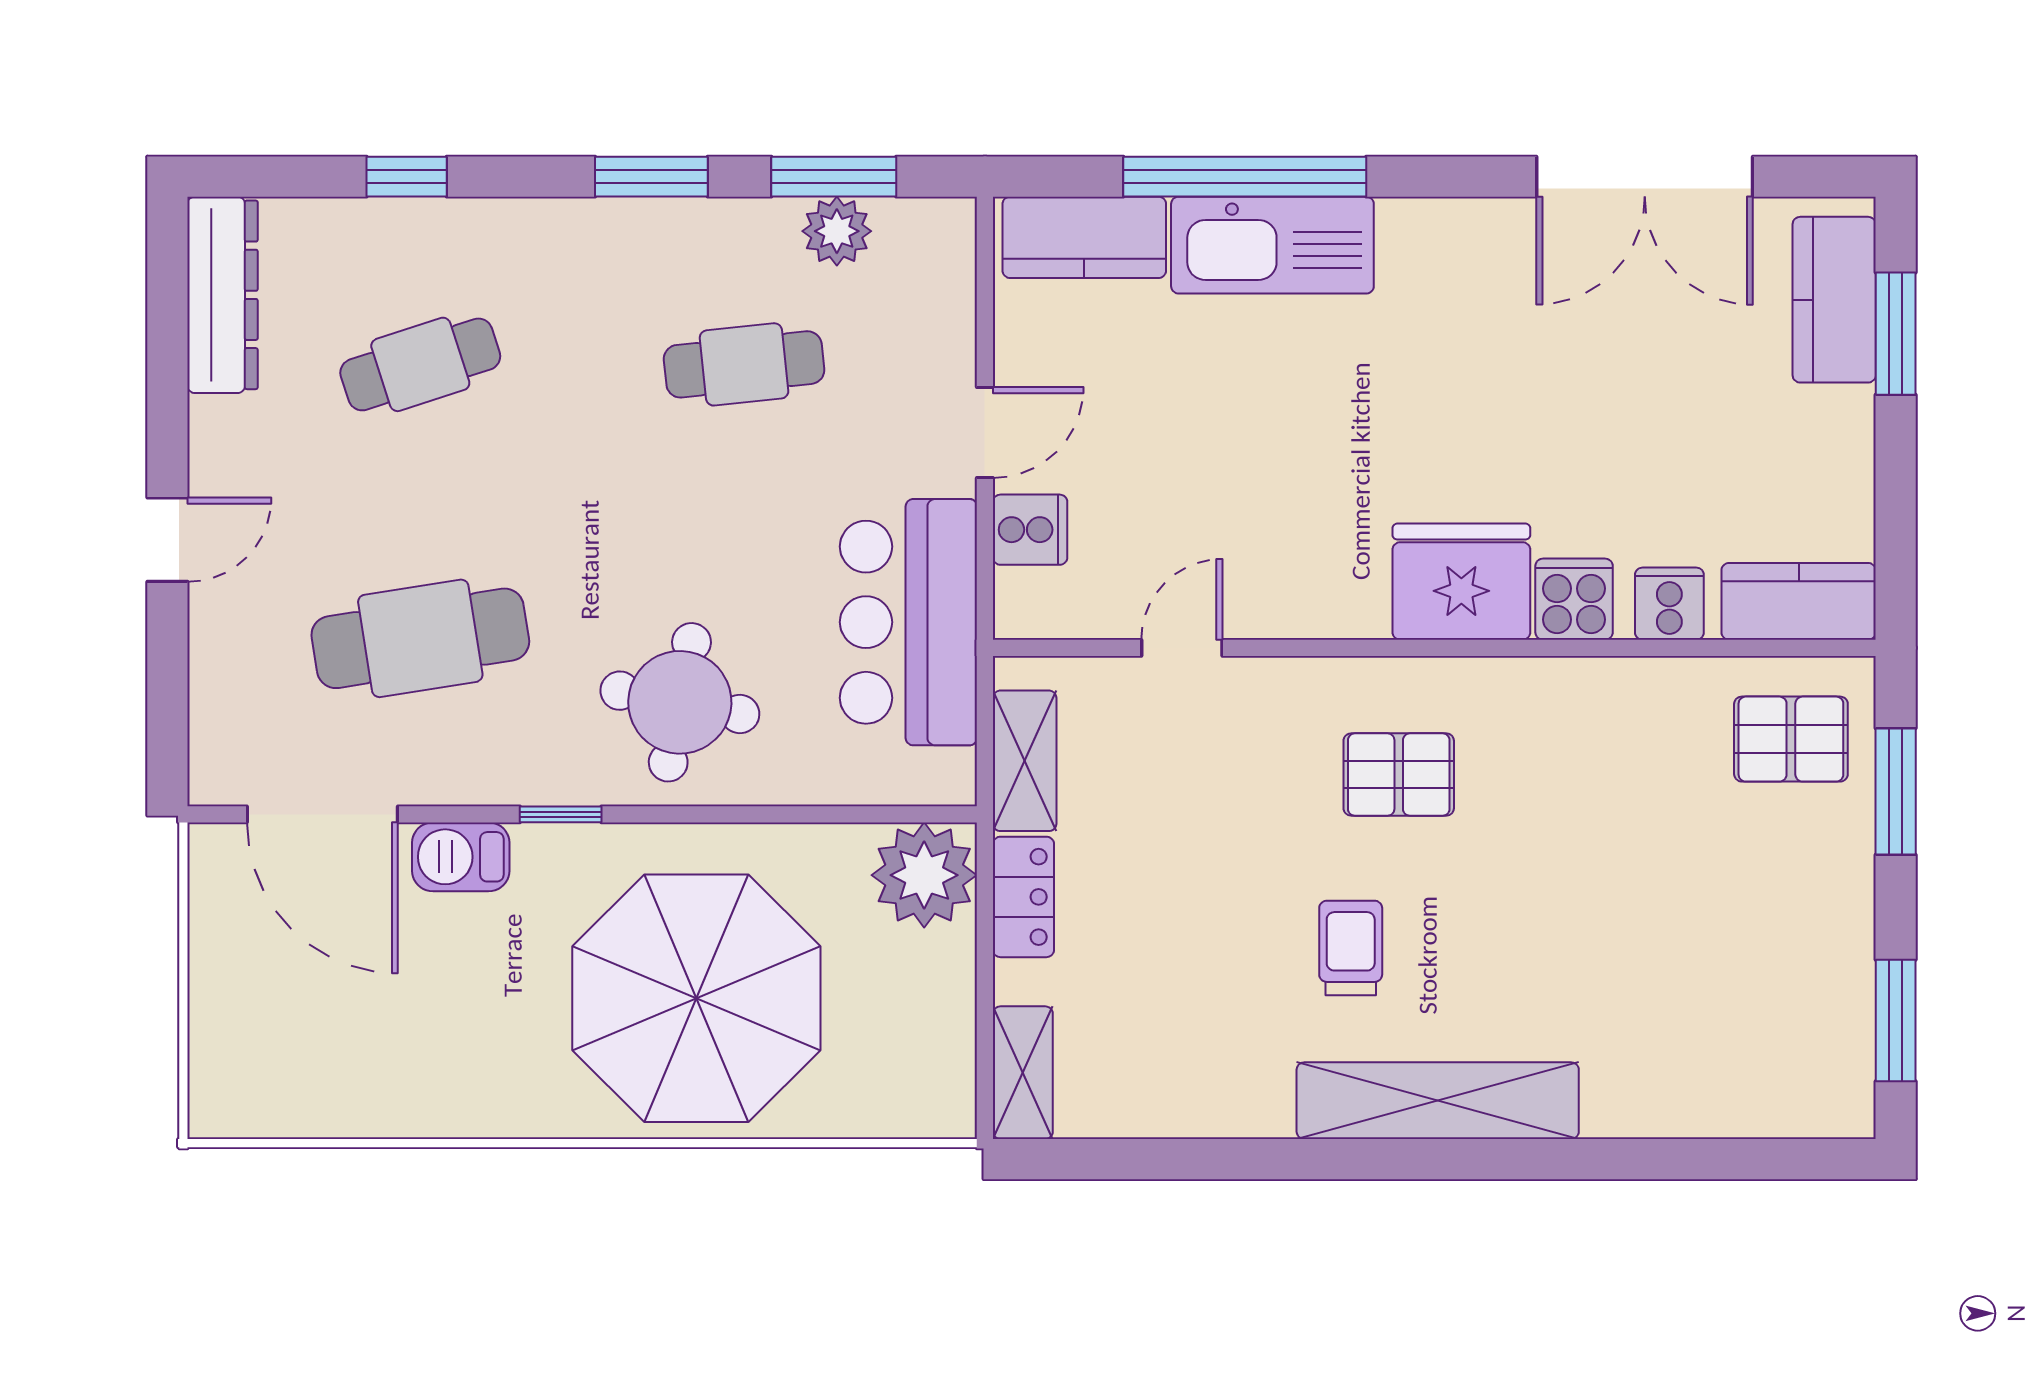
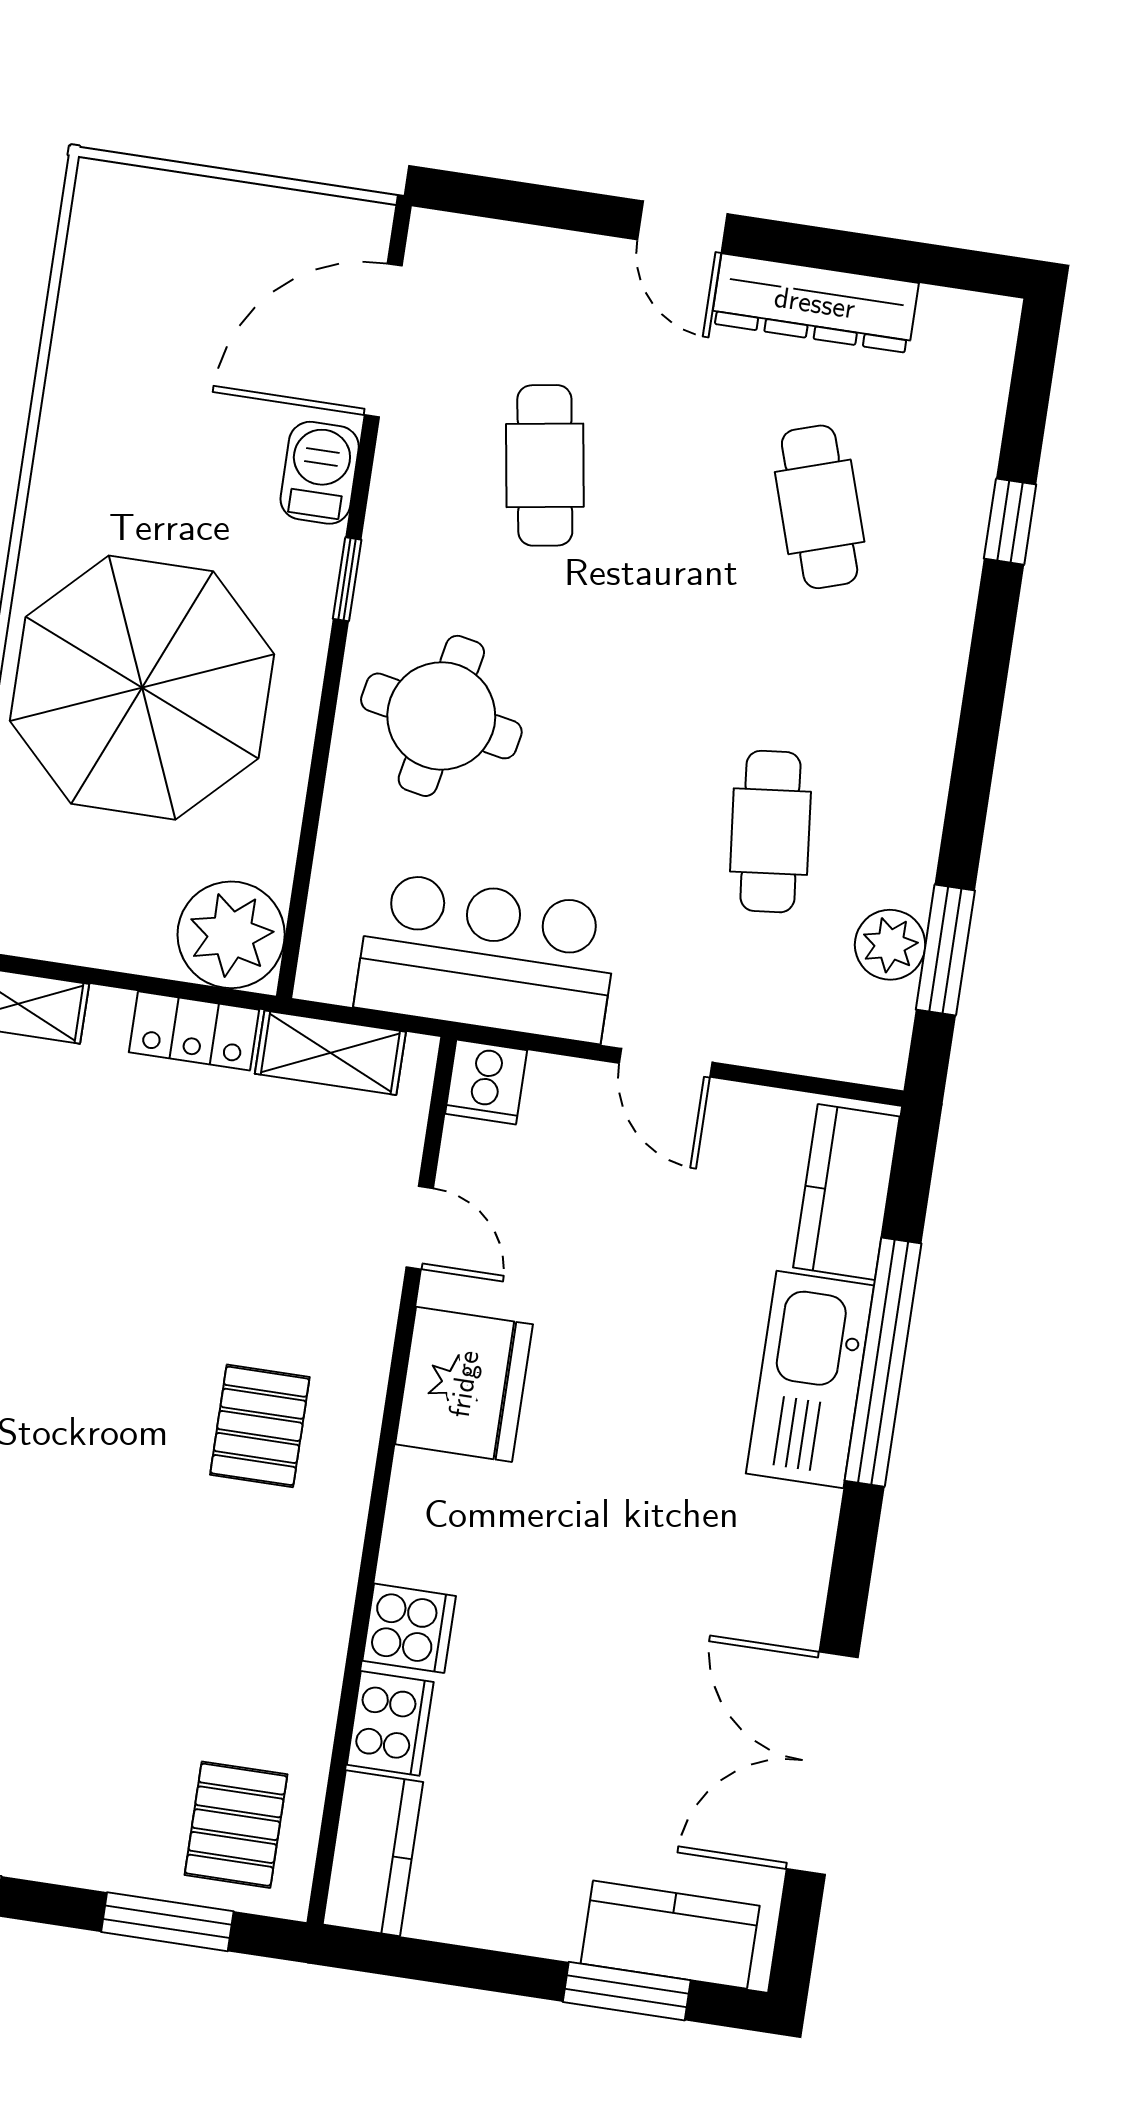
window: (651, 177) -> (973, 767), removed
dresser: (222, 295) -> (815, 303), moved
cooker: (1030, 530) -> (486, 1082), moved
fridge: (1461, 582) -> (464, 1384), moved
cooker: (1669, 604) -> (390, 1723), width x1.36
cafe table: (420, 638) -> (545, 465), width x0.73, depth x0.74
trolley: (1351, 948) -> (93, 1351), removed

